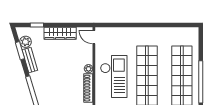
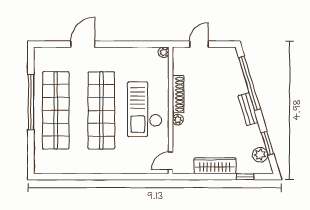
door: (94, 37) -> (171, 161), swing flipped
bench: (30, 60) -> (248, 109), moved

